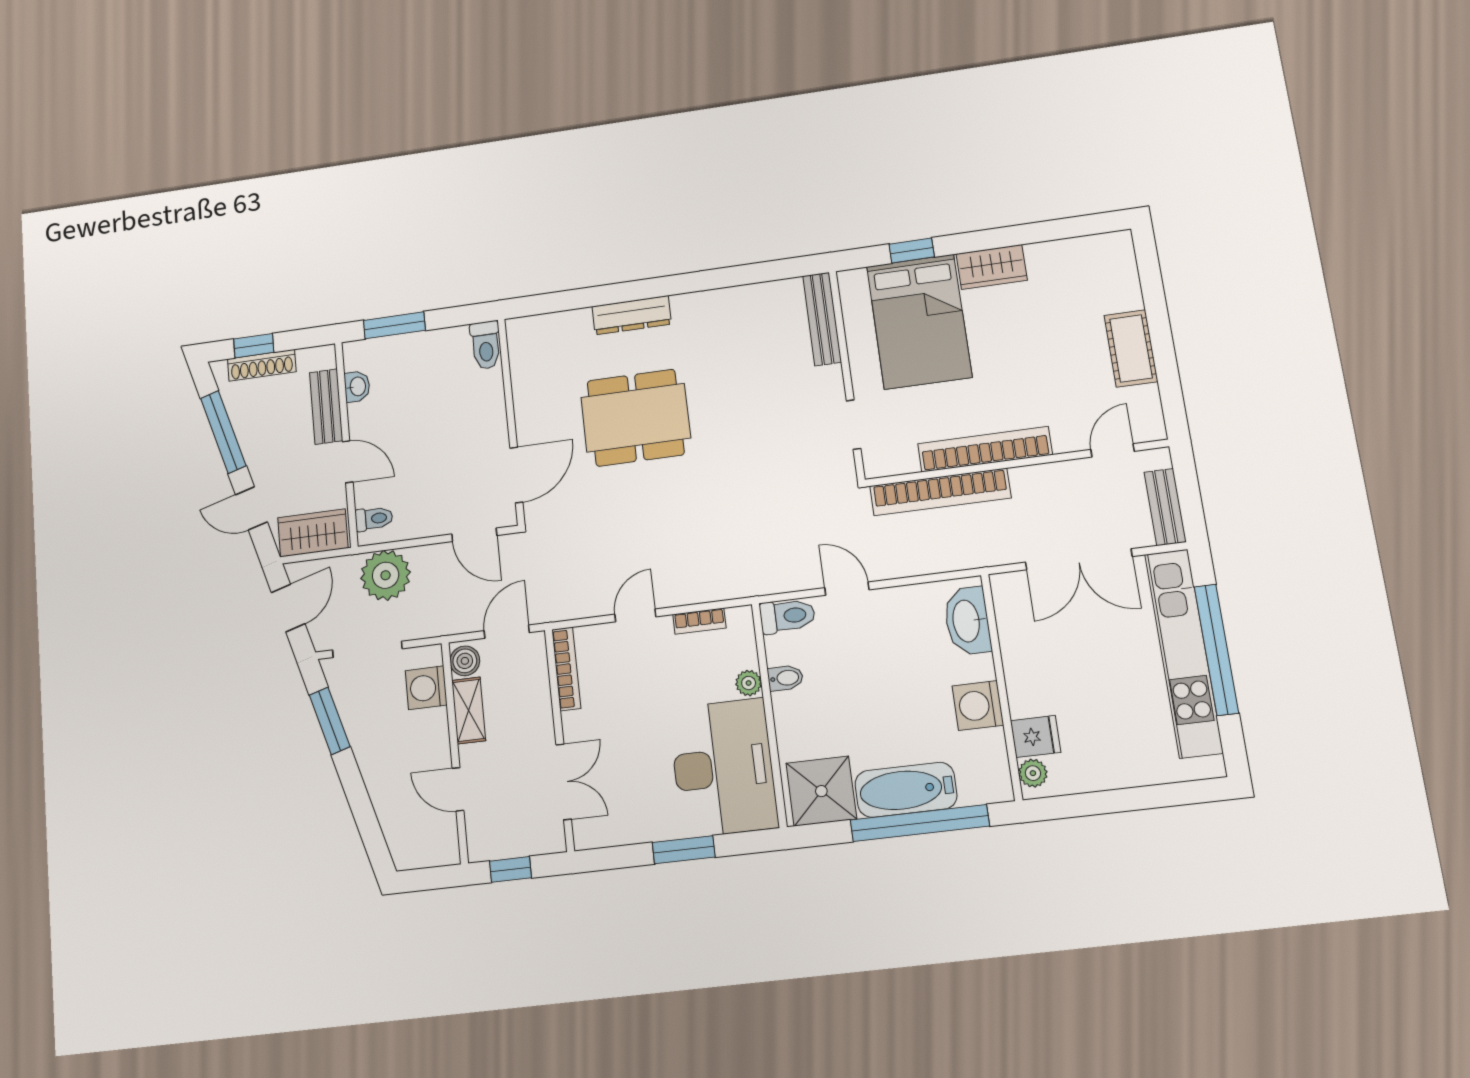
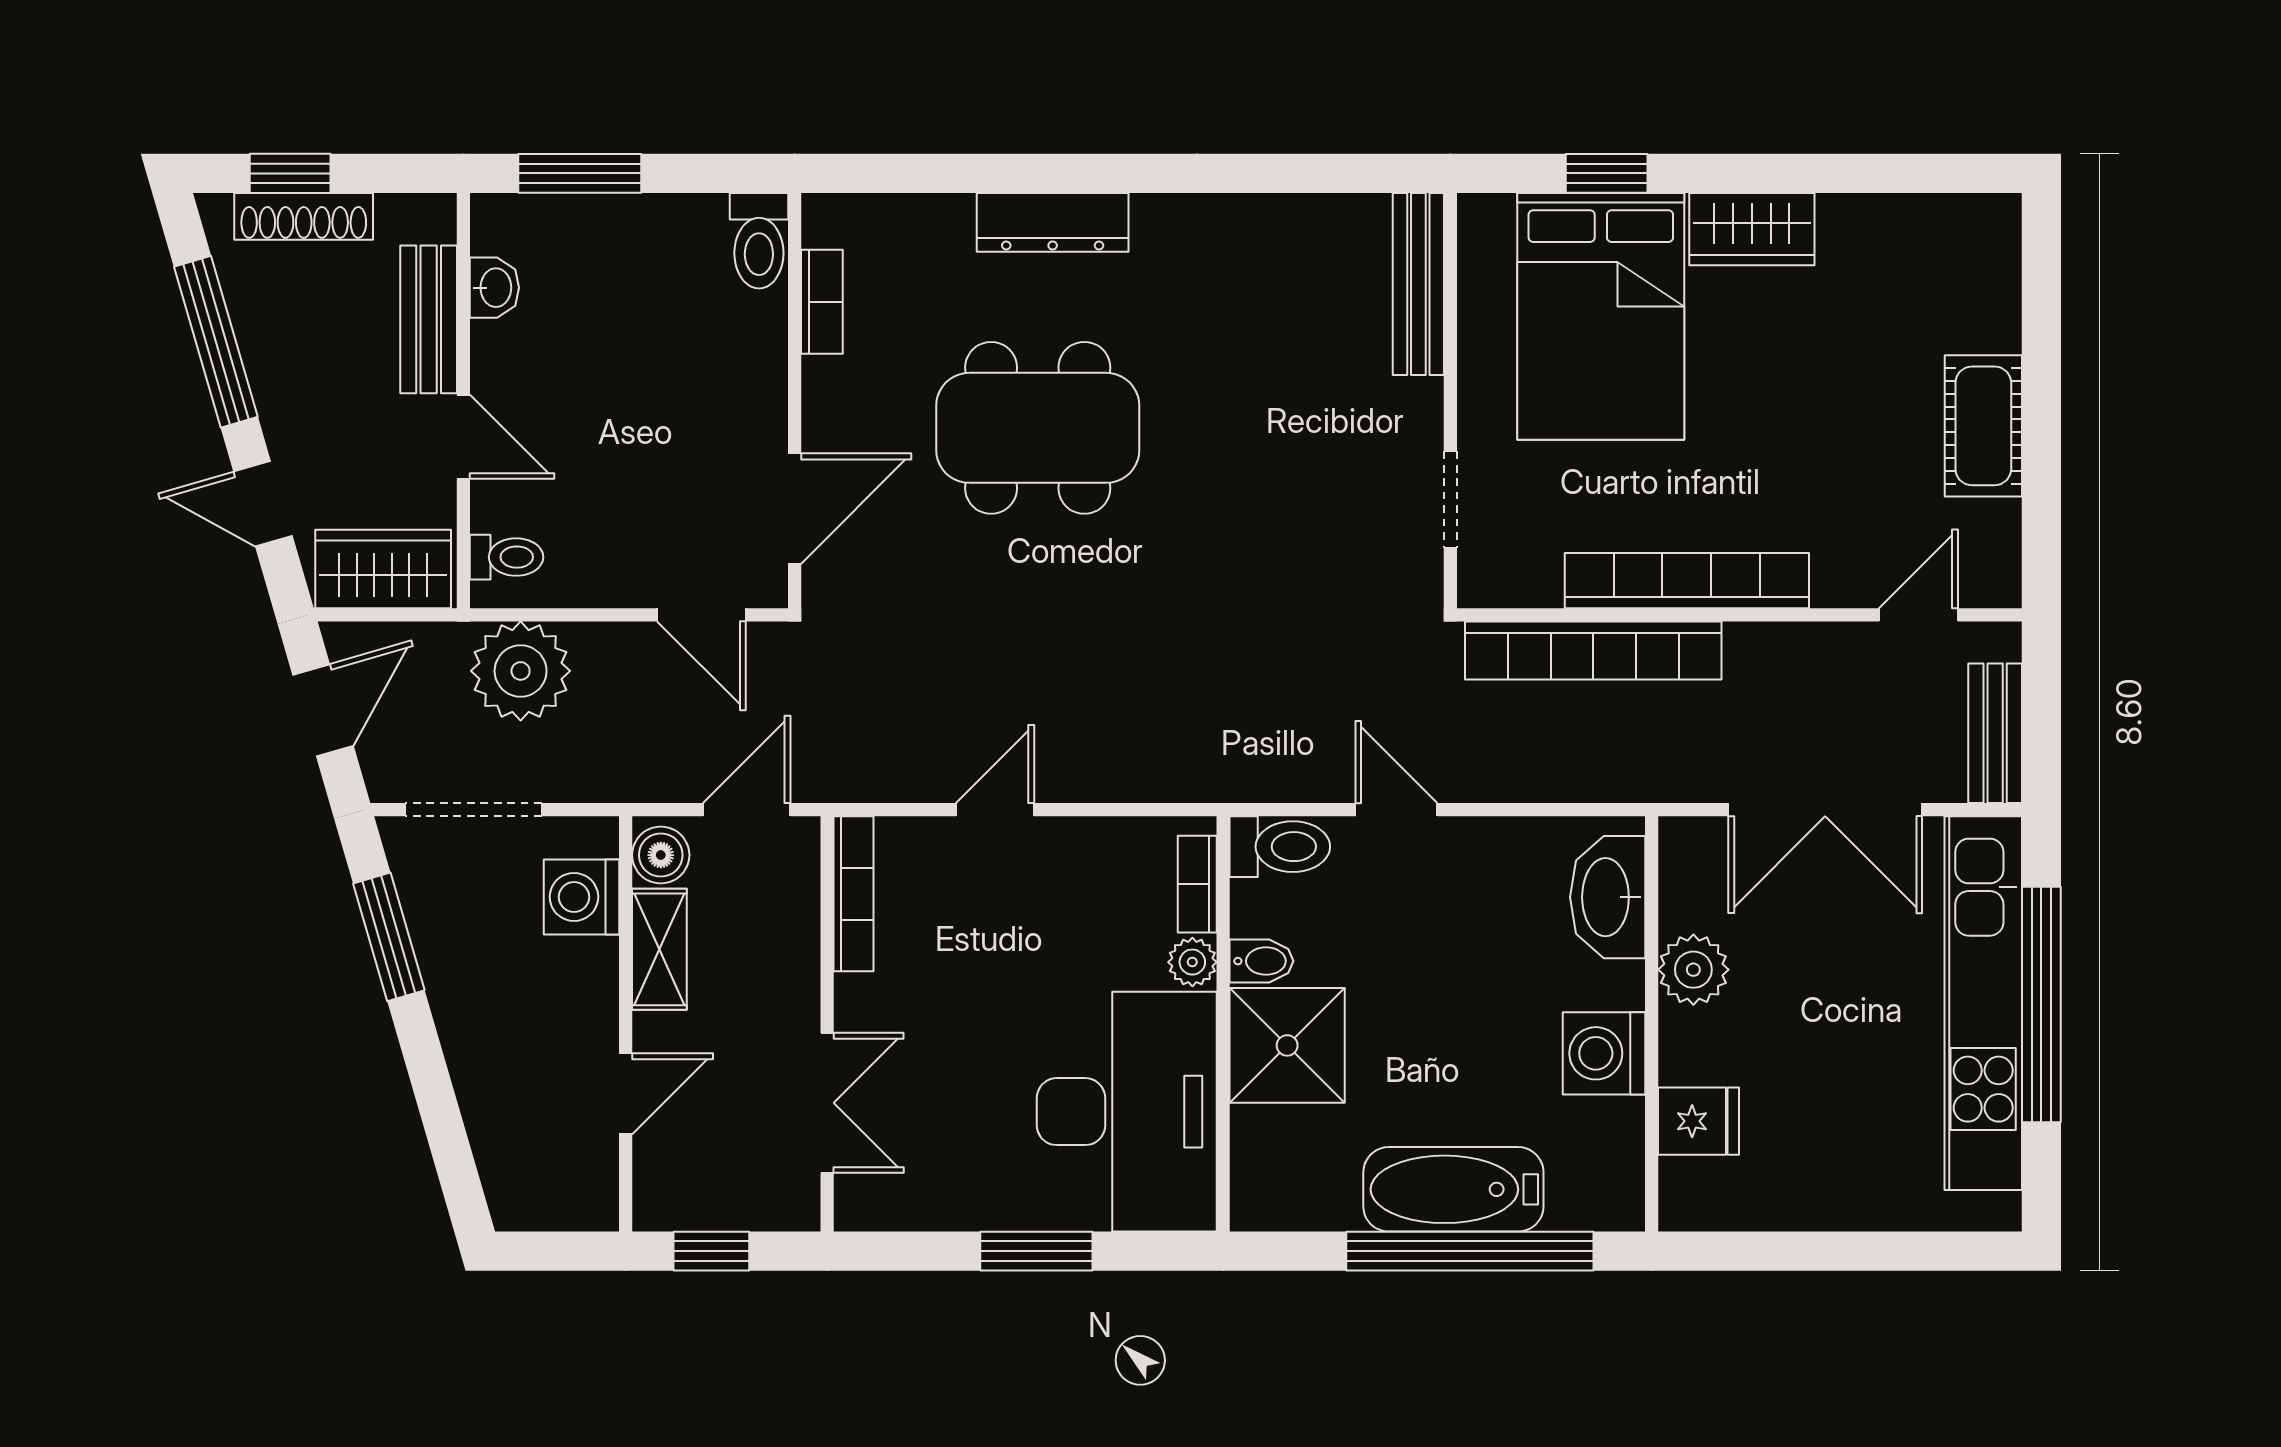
bookcase: (520, 371) -> (822, 302), added
bookcase: (699, 621) -> (1197, 884), moved, turned 90
plant: (1033, 773) -> (1693, 970), moved, width x1.38, depth x1.38
door: (458, 789) -> (626, 1094), swing flipped
shower: (821, 791) -> (1287, 1045), moved

